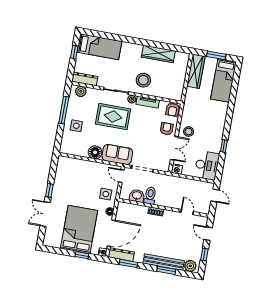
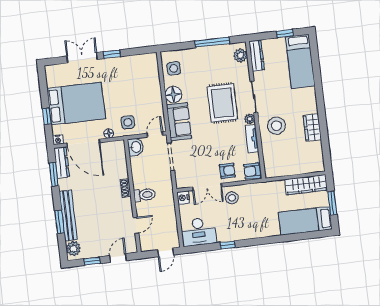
wardrobe: (158, 54) -> (312, 127), width x0.67
side table: (76, 126) -> (174, 68), moved
washbasin: (137, 196) -> (136, 147), moved
toilet: (150, 196) -> (145, 195), moved

